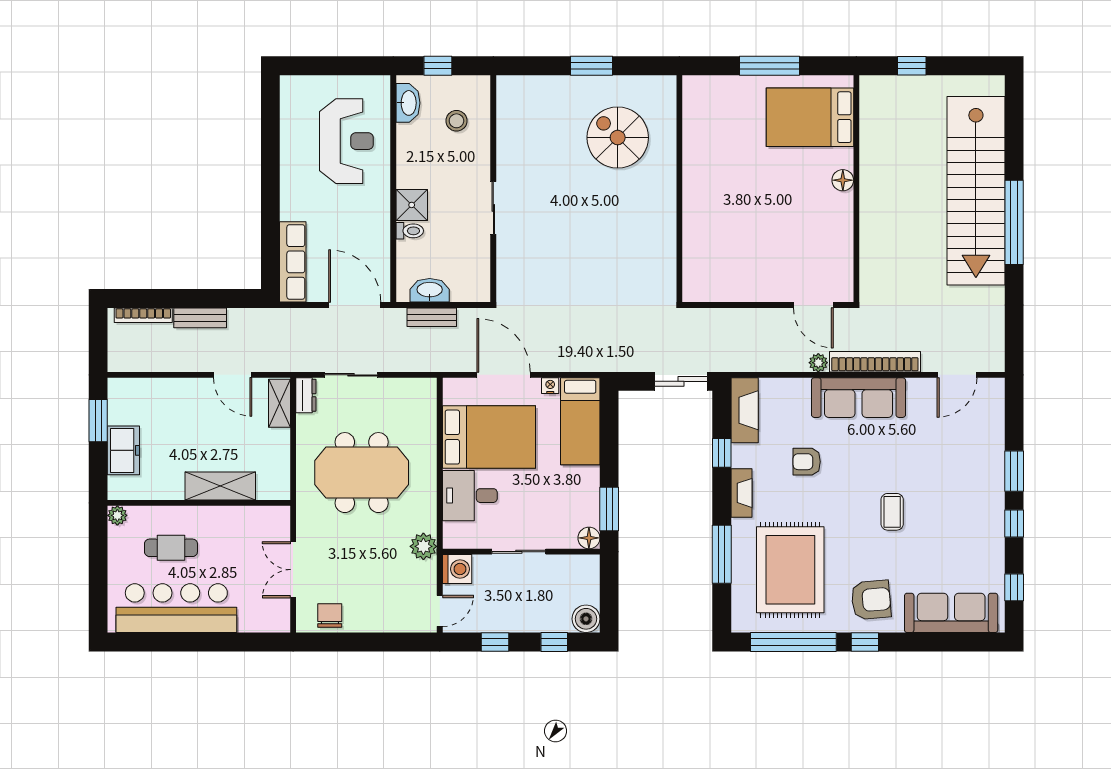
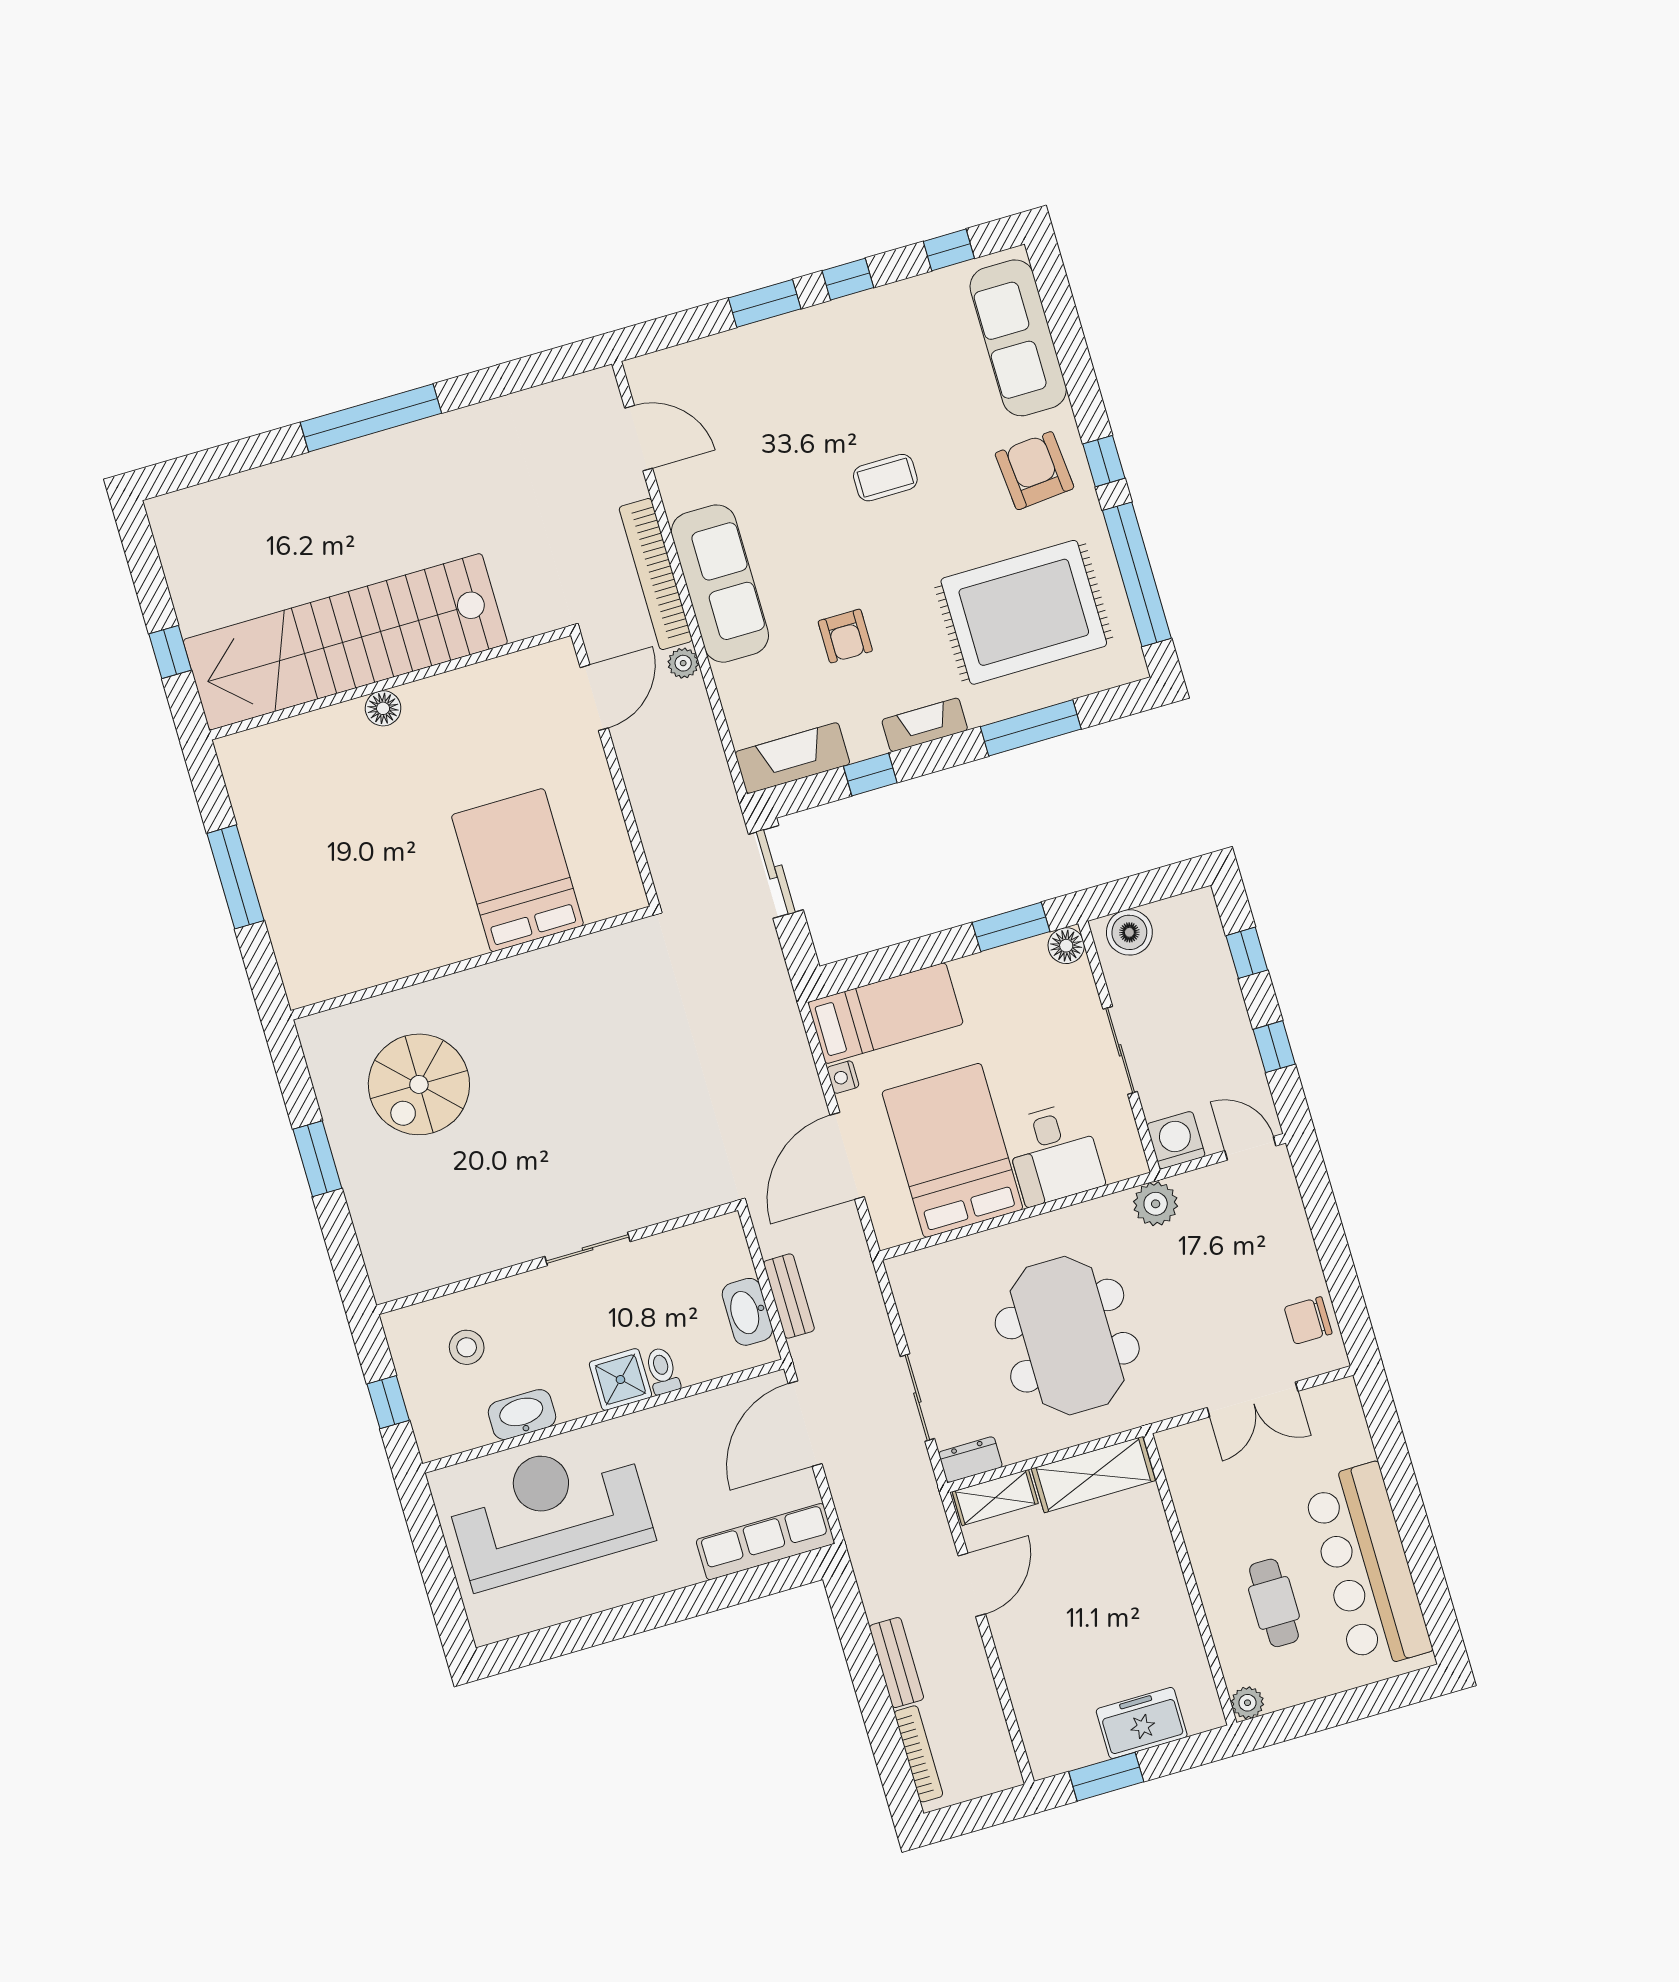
washbasin: (408, 103) -> (522, 1415), moved
bed: (810, 117) -> (517, 870), moved, turned 180
reception desk: (346, 141) -> (549, 1512), width x1.36, depth x1.30
stairs: (976, 191) -> (345, 642), moved, turned 180
shelving: (220, 486) -> (1093, 1475), moved, turned 90
boiler: (586, 619) -> (1129, 932), moved

